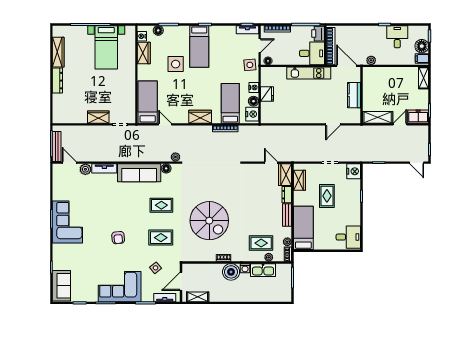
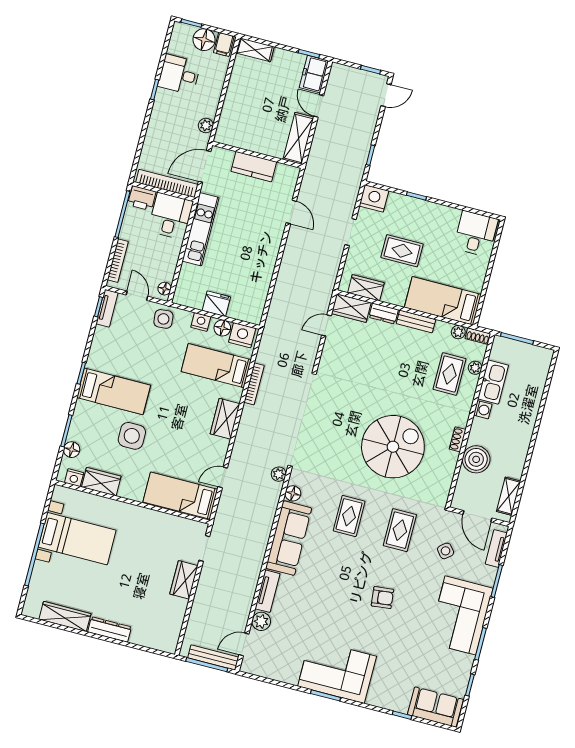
boiler: (231, 272) -> (476, 459), moved

